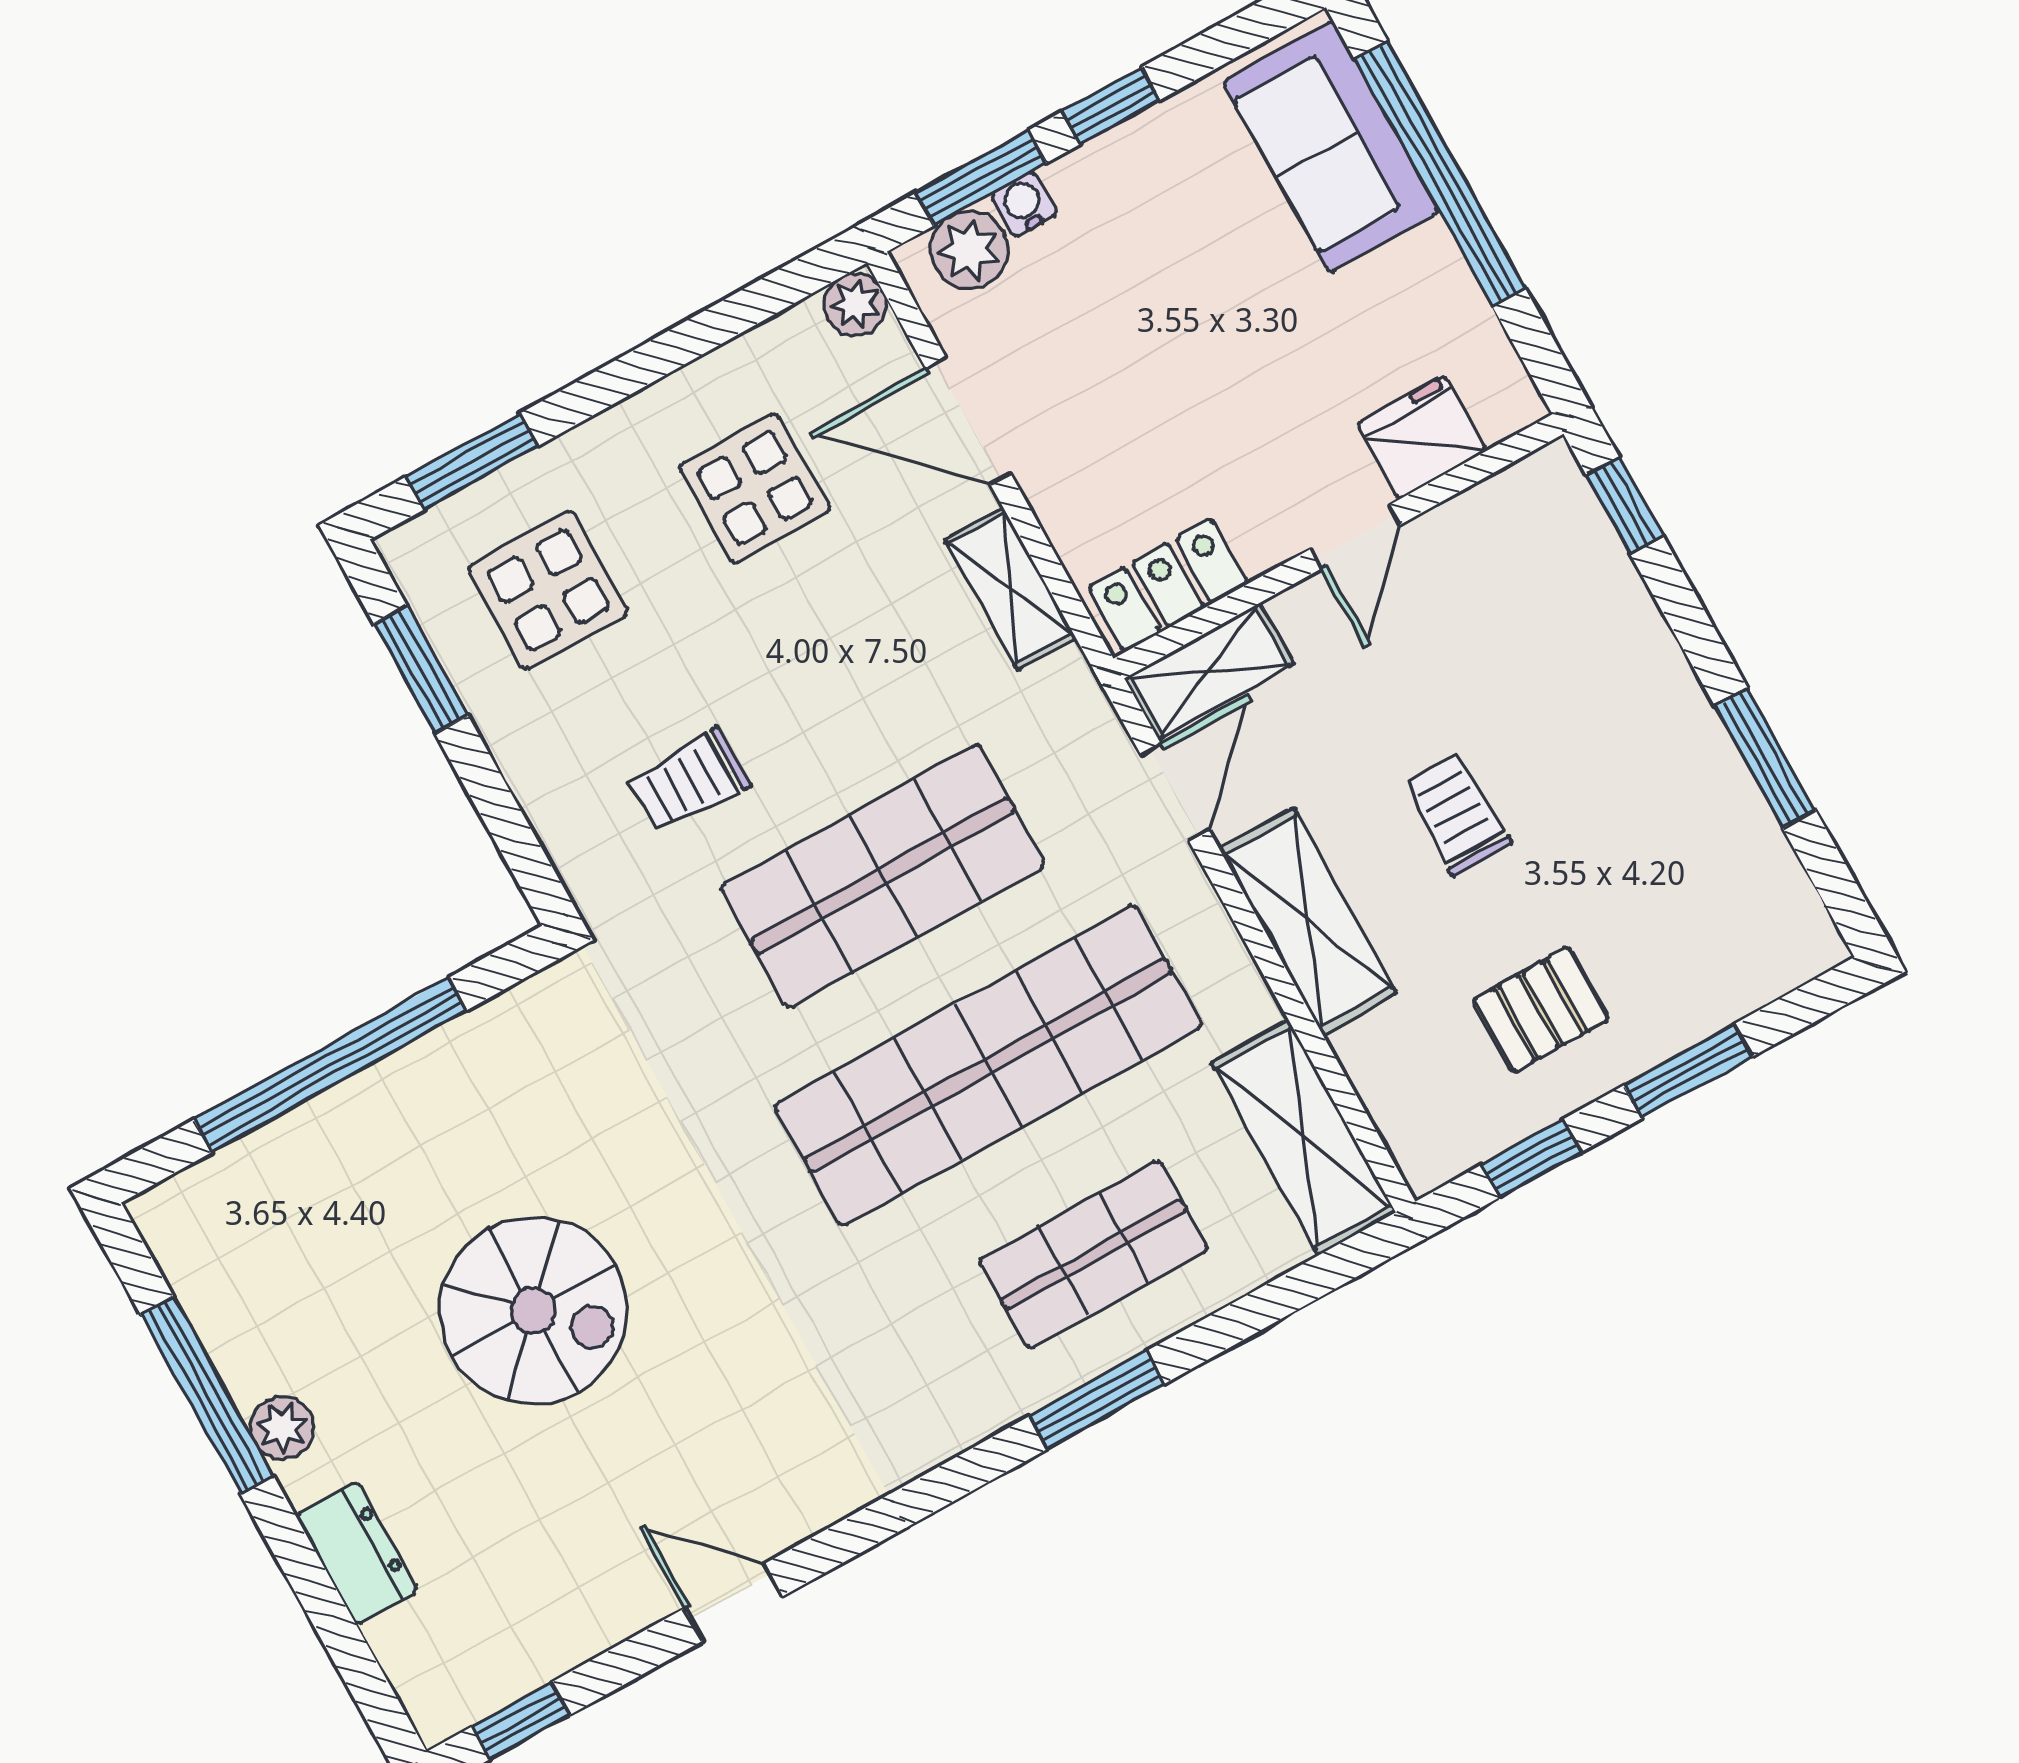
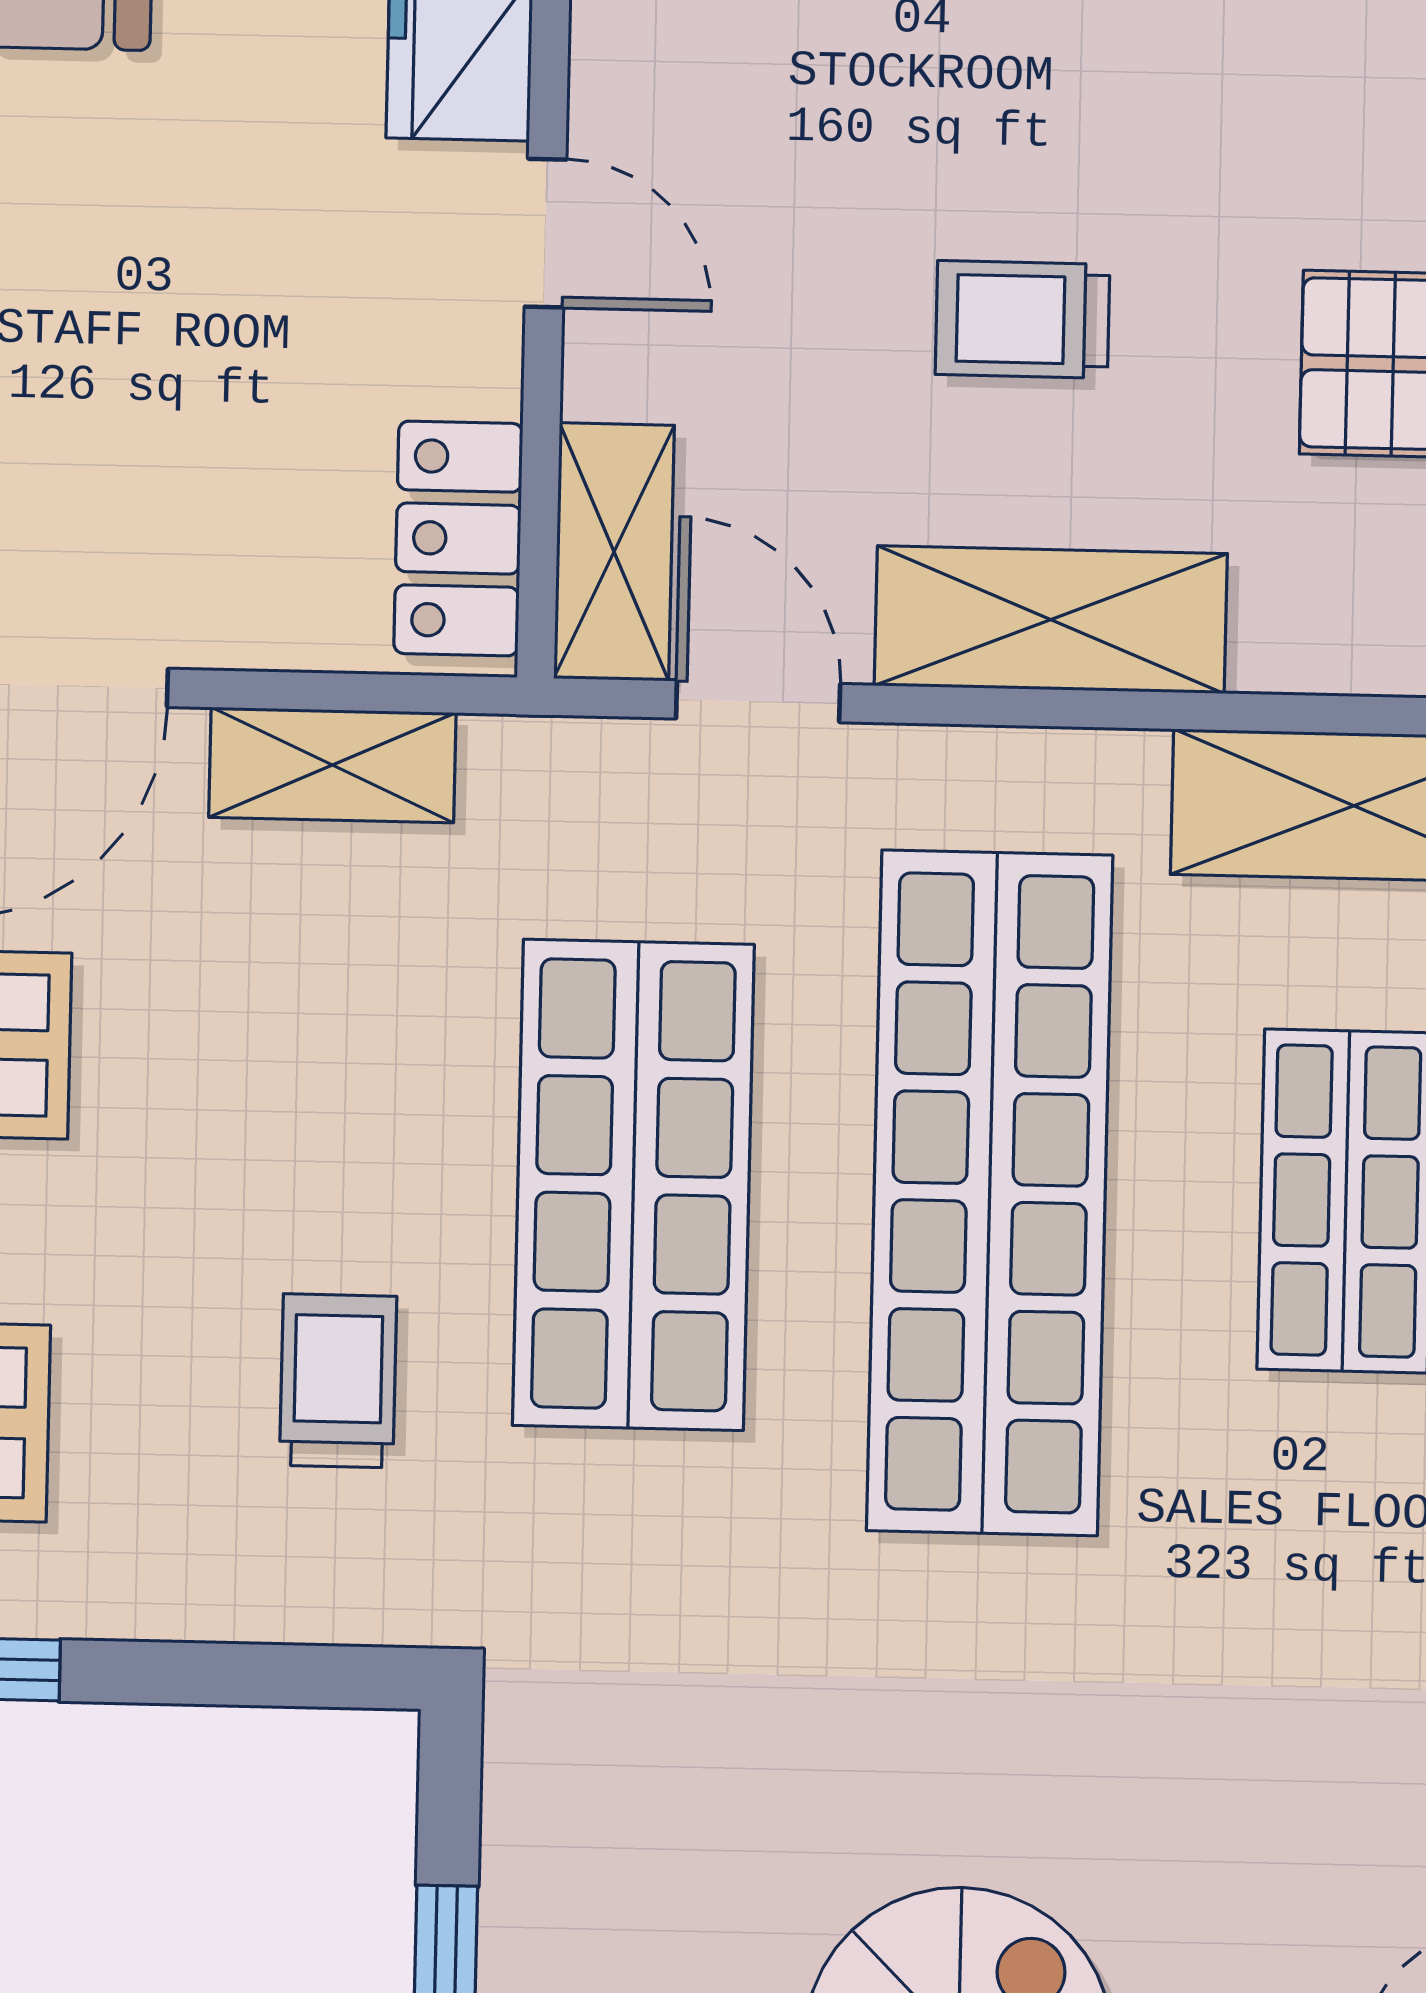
trolley: (689, 781) -> (338, 1381), turned 180

